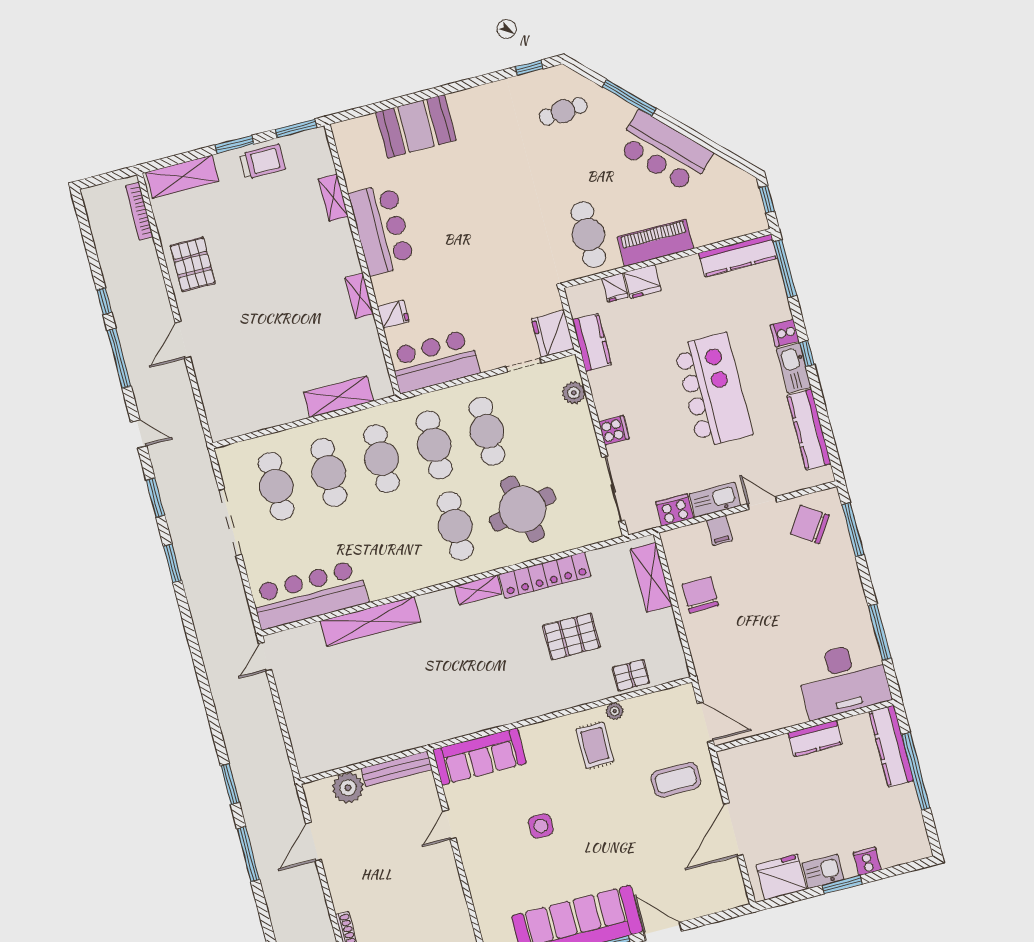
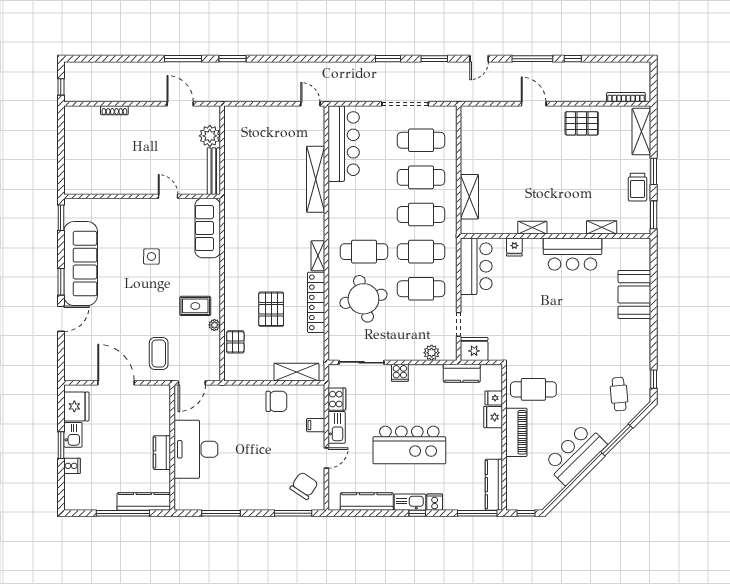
desk: (843, 680) -> (196, 449), moved

